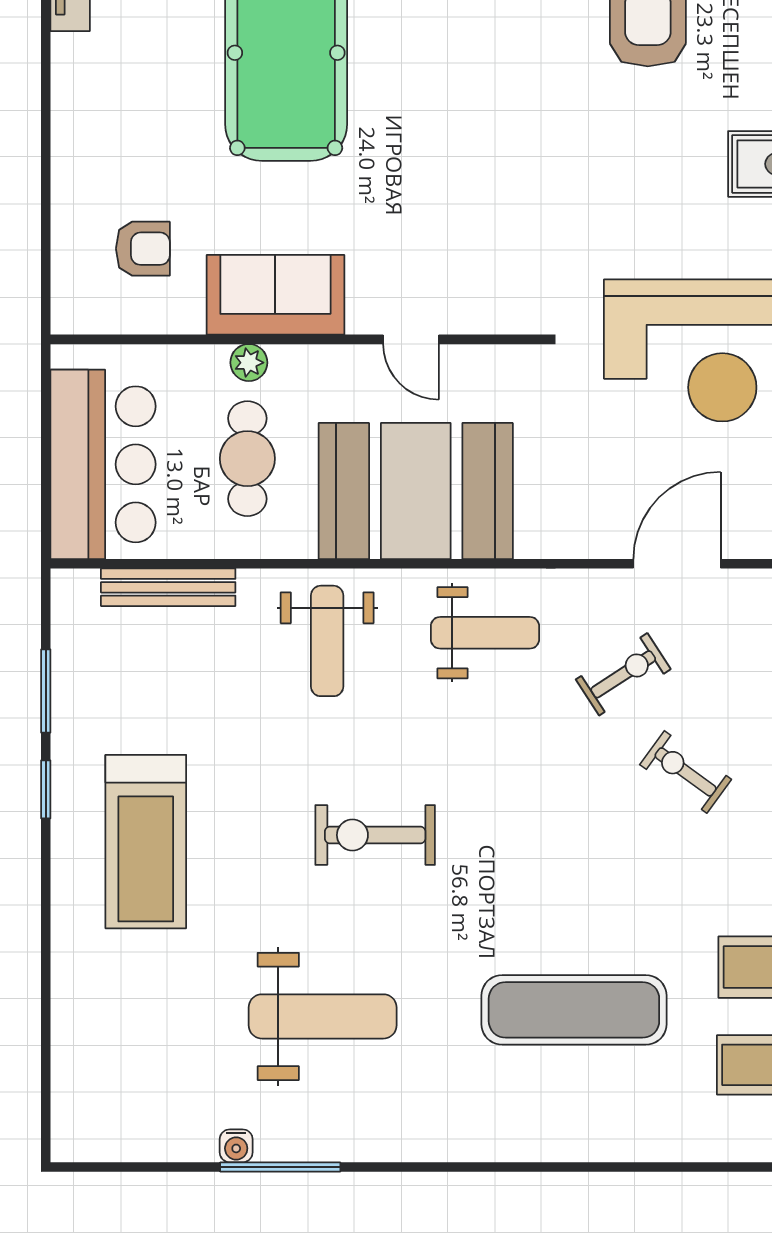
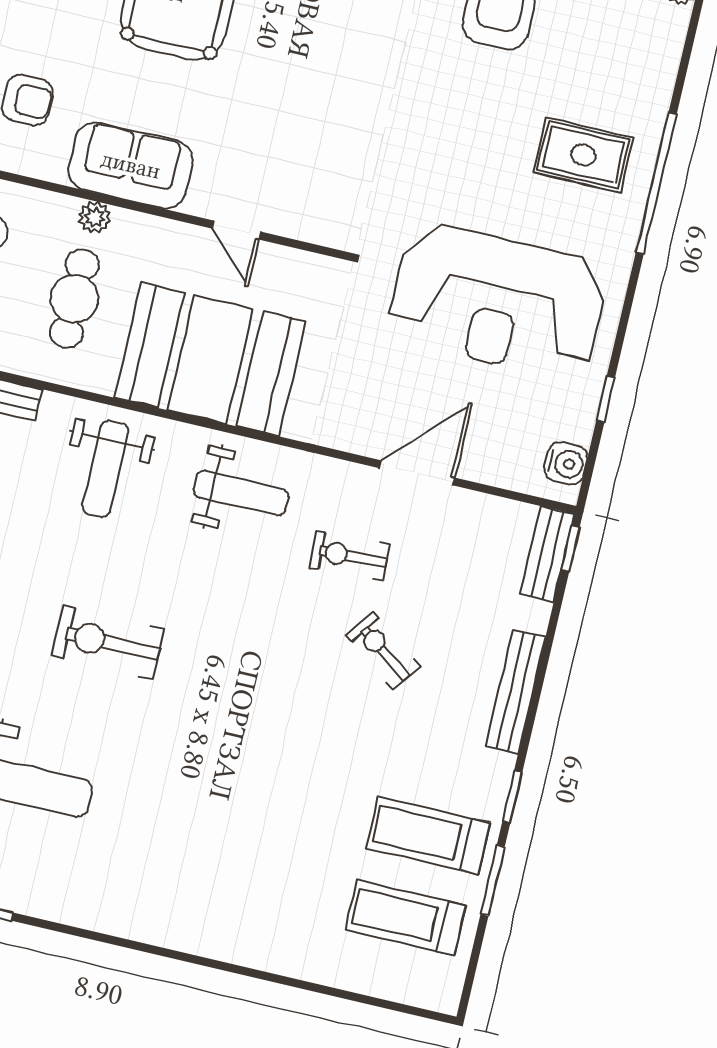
exercise bike: (623, 674) -> (350, 556), turned -150
exercise mat: (574, 1010) -> (241, 830), removed

